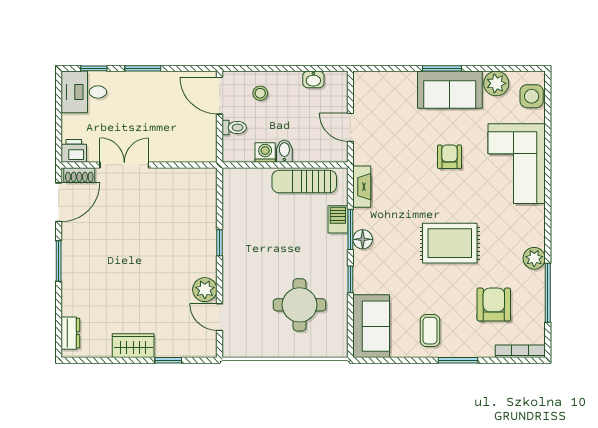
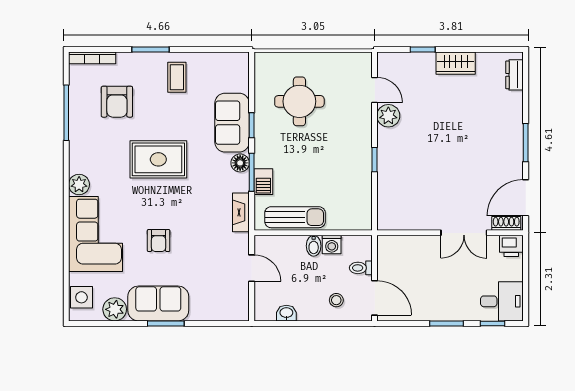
plant: (534, 258) -> (79, 184), moved
sofa: (371, 326) -> (232, 123), moved

